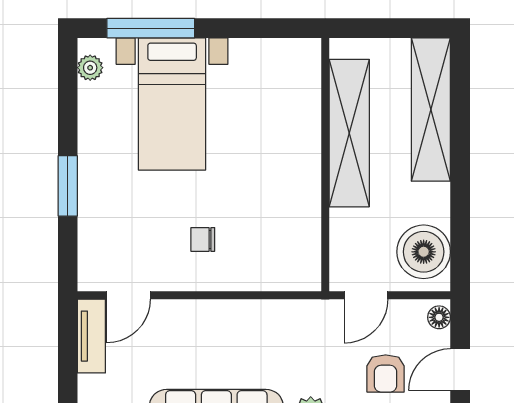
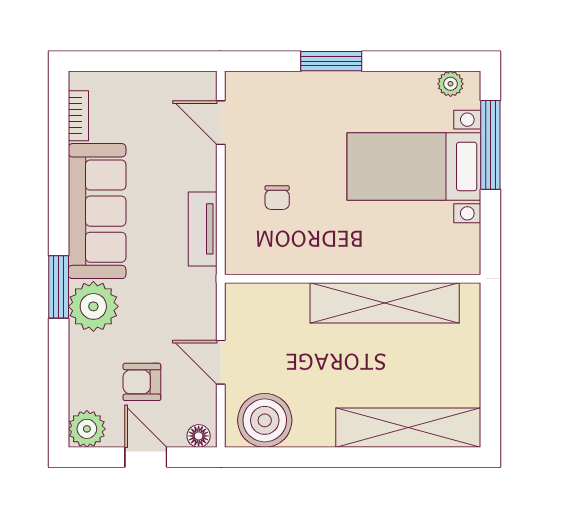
shelving: (349, 133) -> (385, 303), moved
wall: (325, 165) -> (353, 279), moved
chair: (203, 239) -> (277, 198), turned 180
tv unit: (91, 336) -> (203, 229), moved, turned 90

